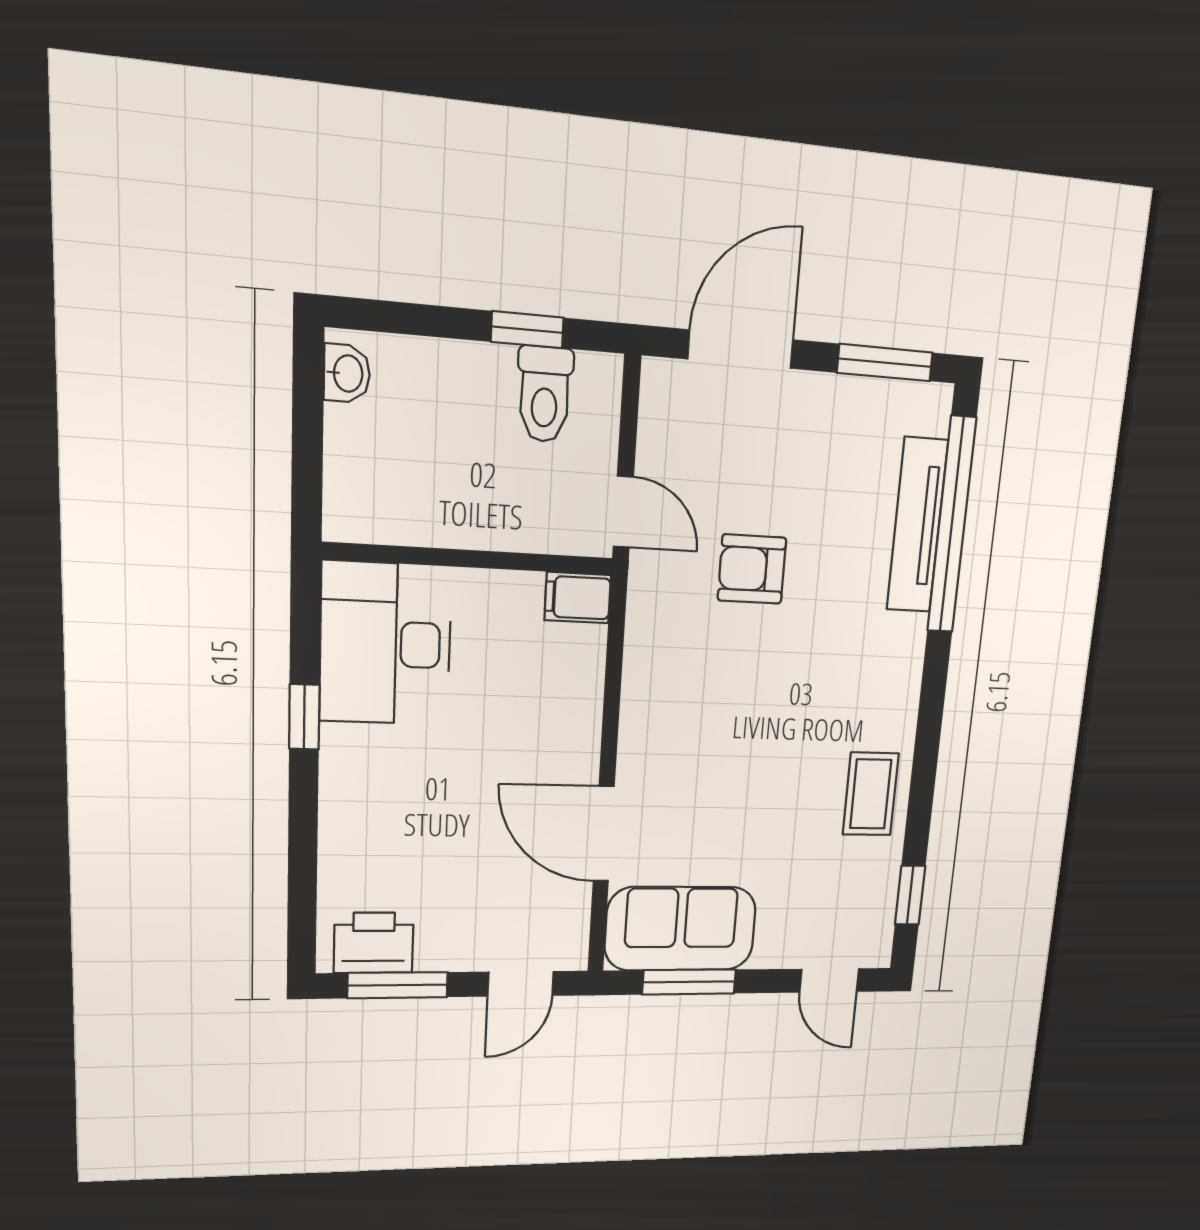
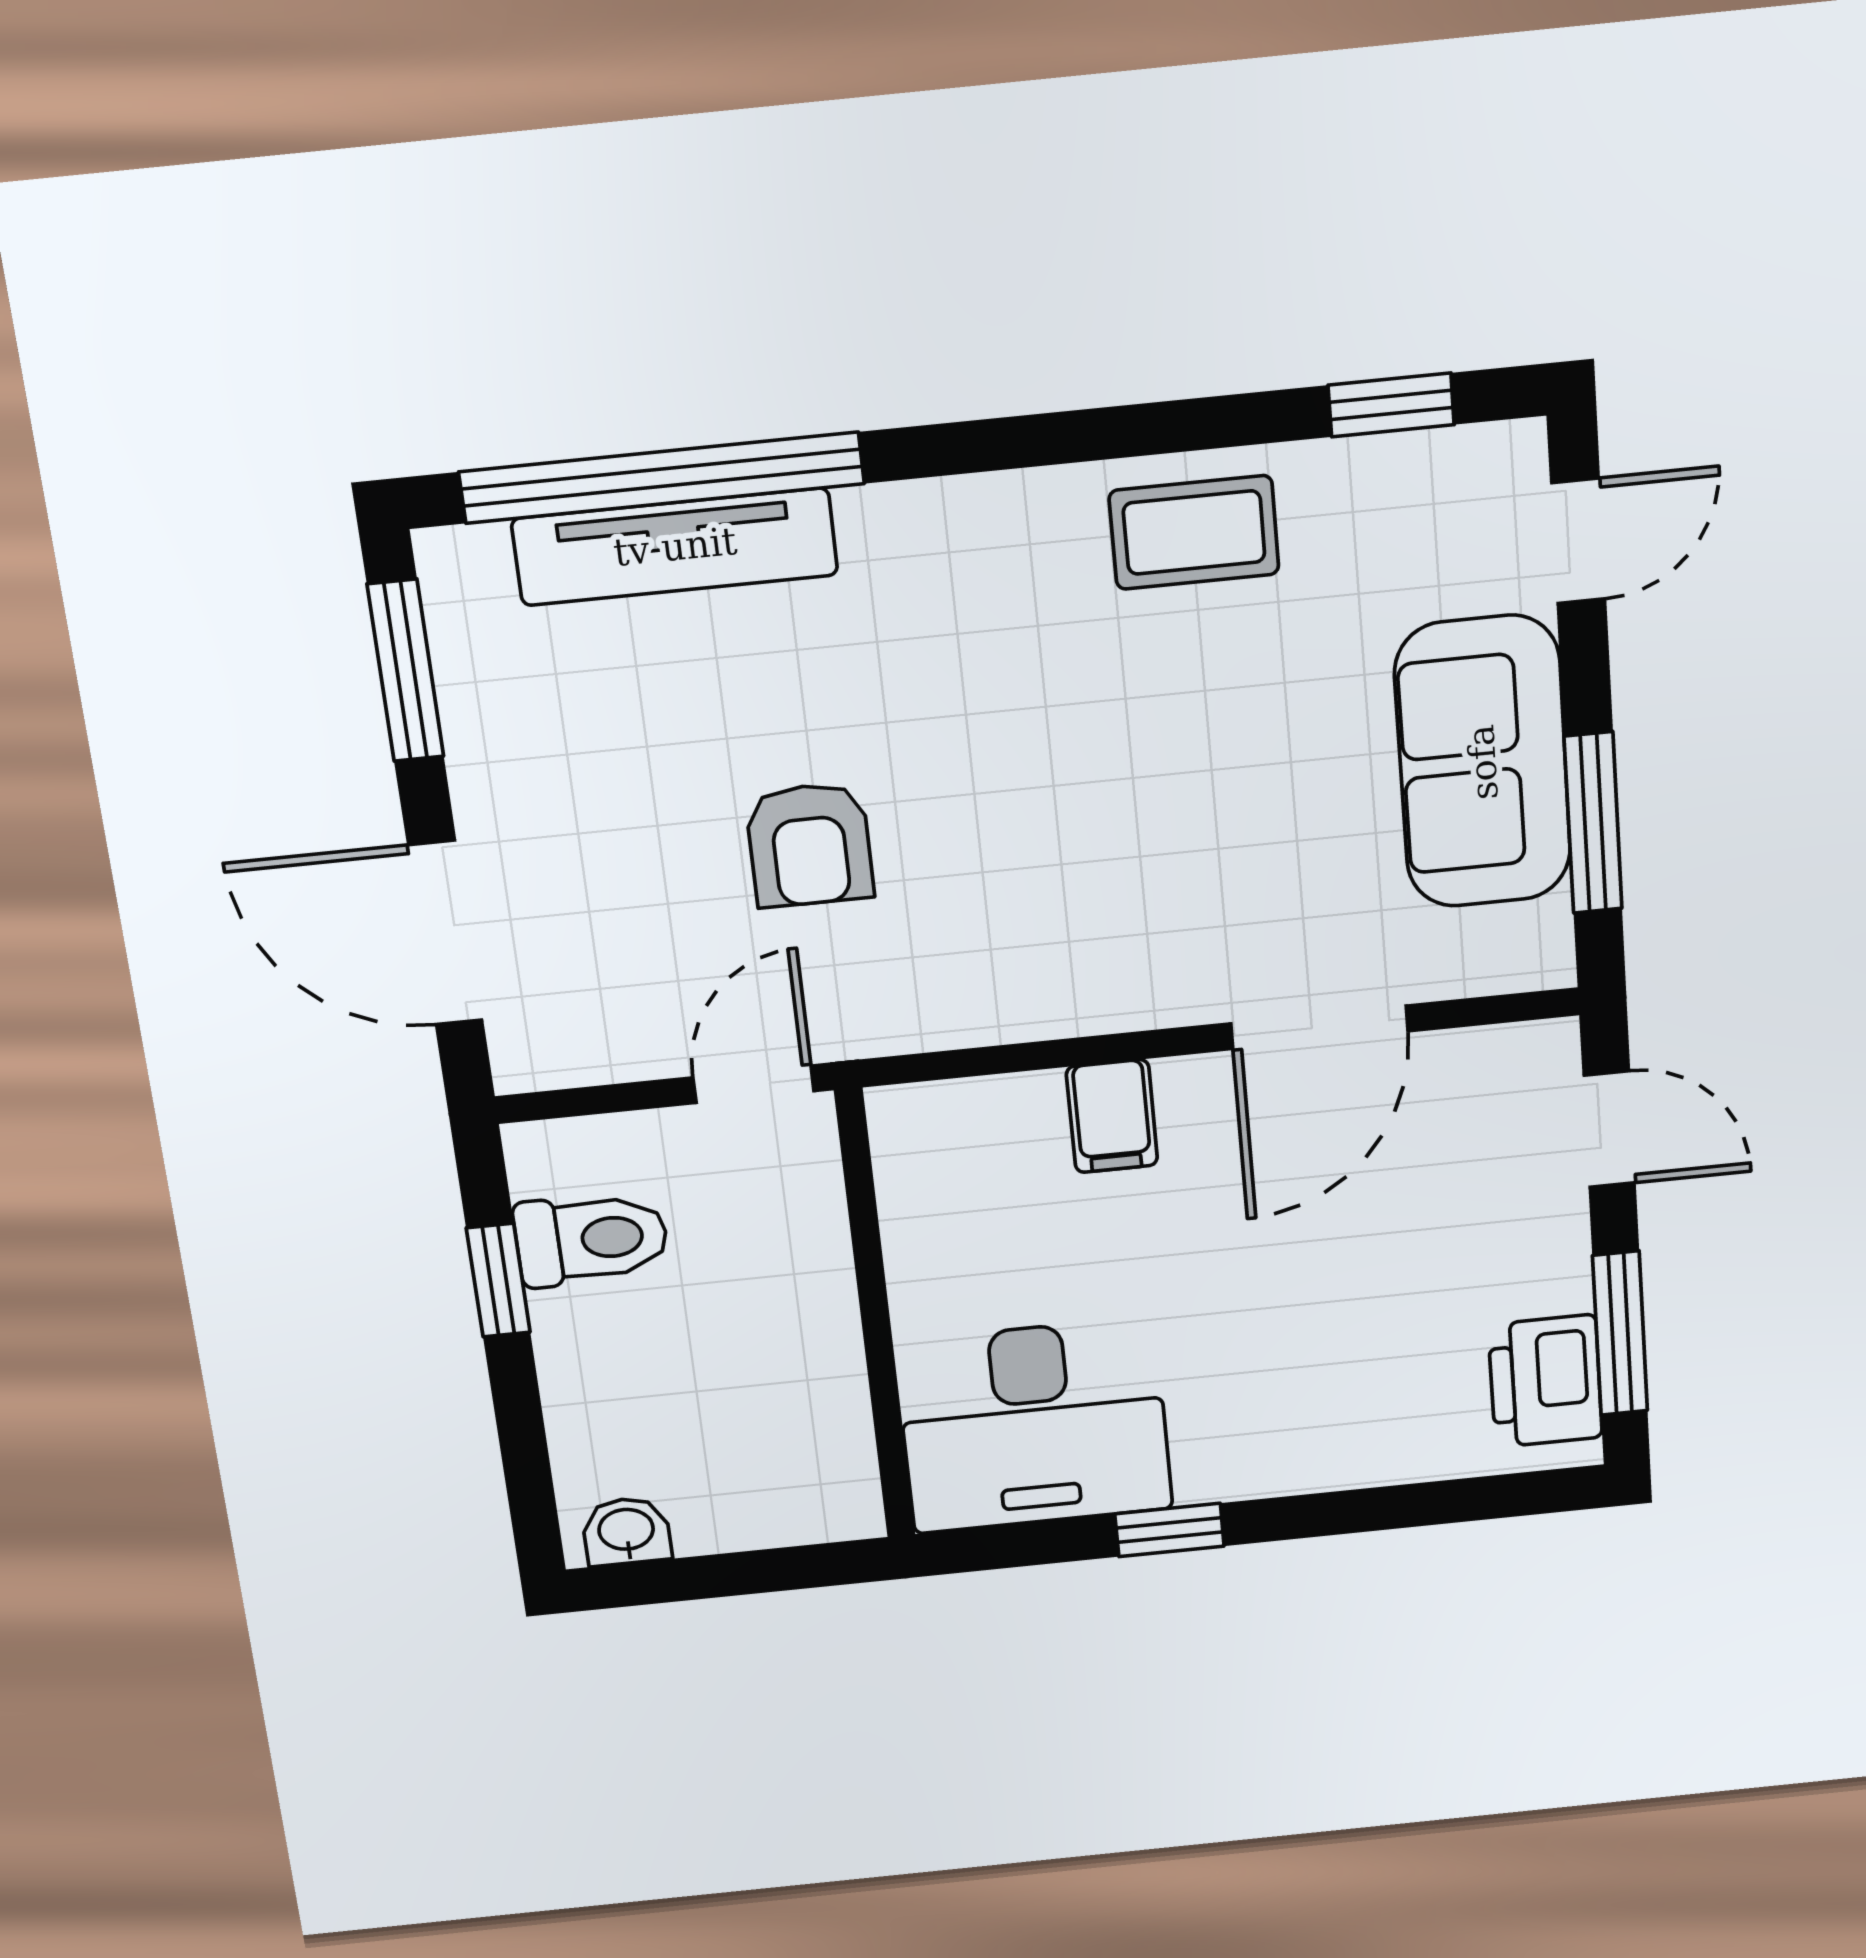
filing cabinet: (578, 598) -> (1112, 1116), moved
sofa: (681, 929) -> (1483, 762), moved

